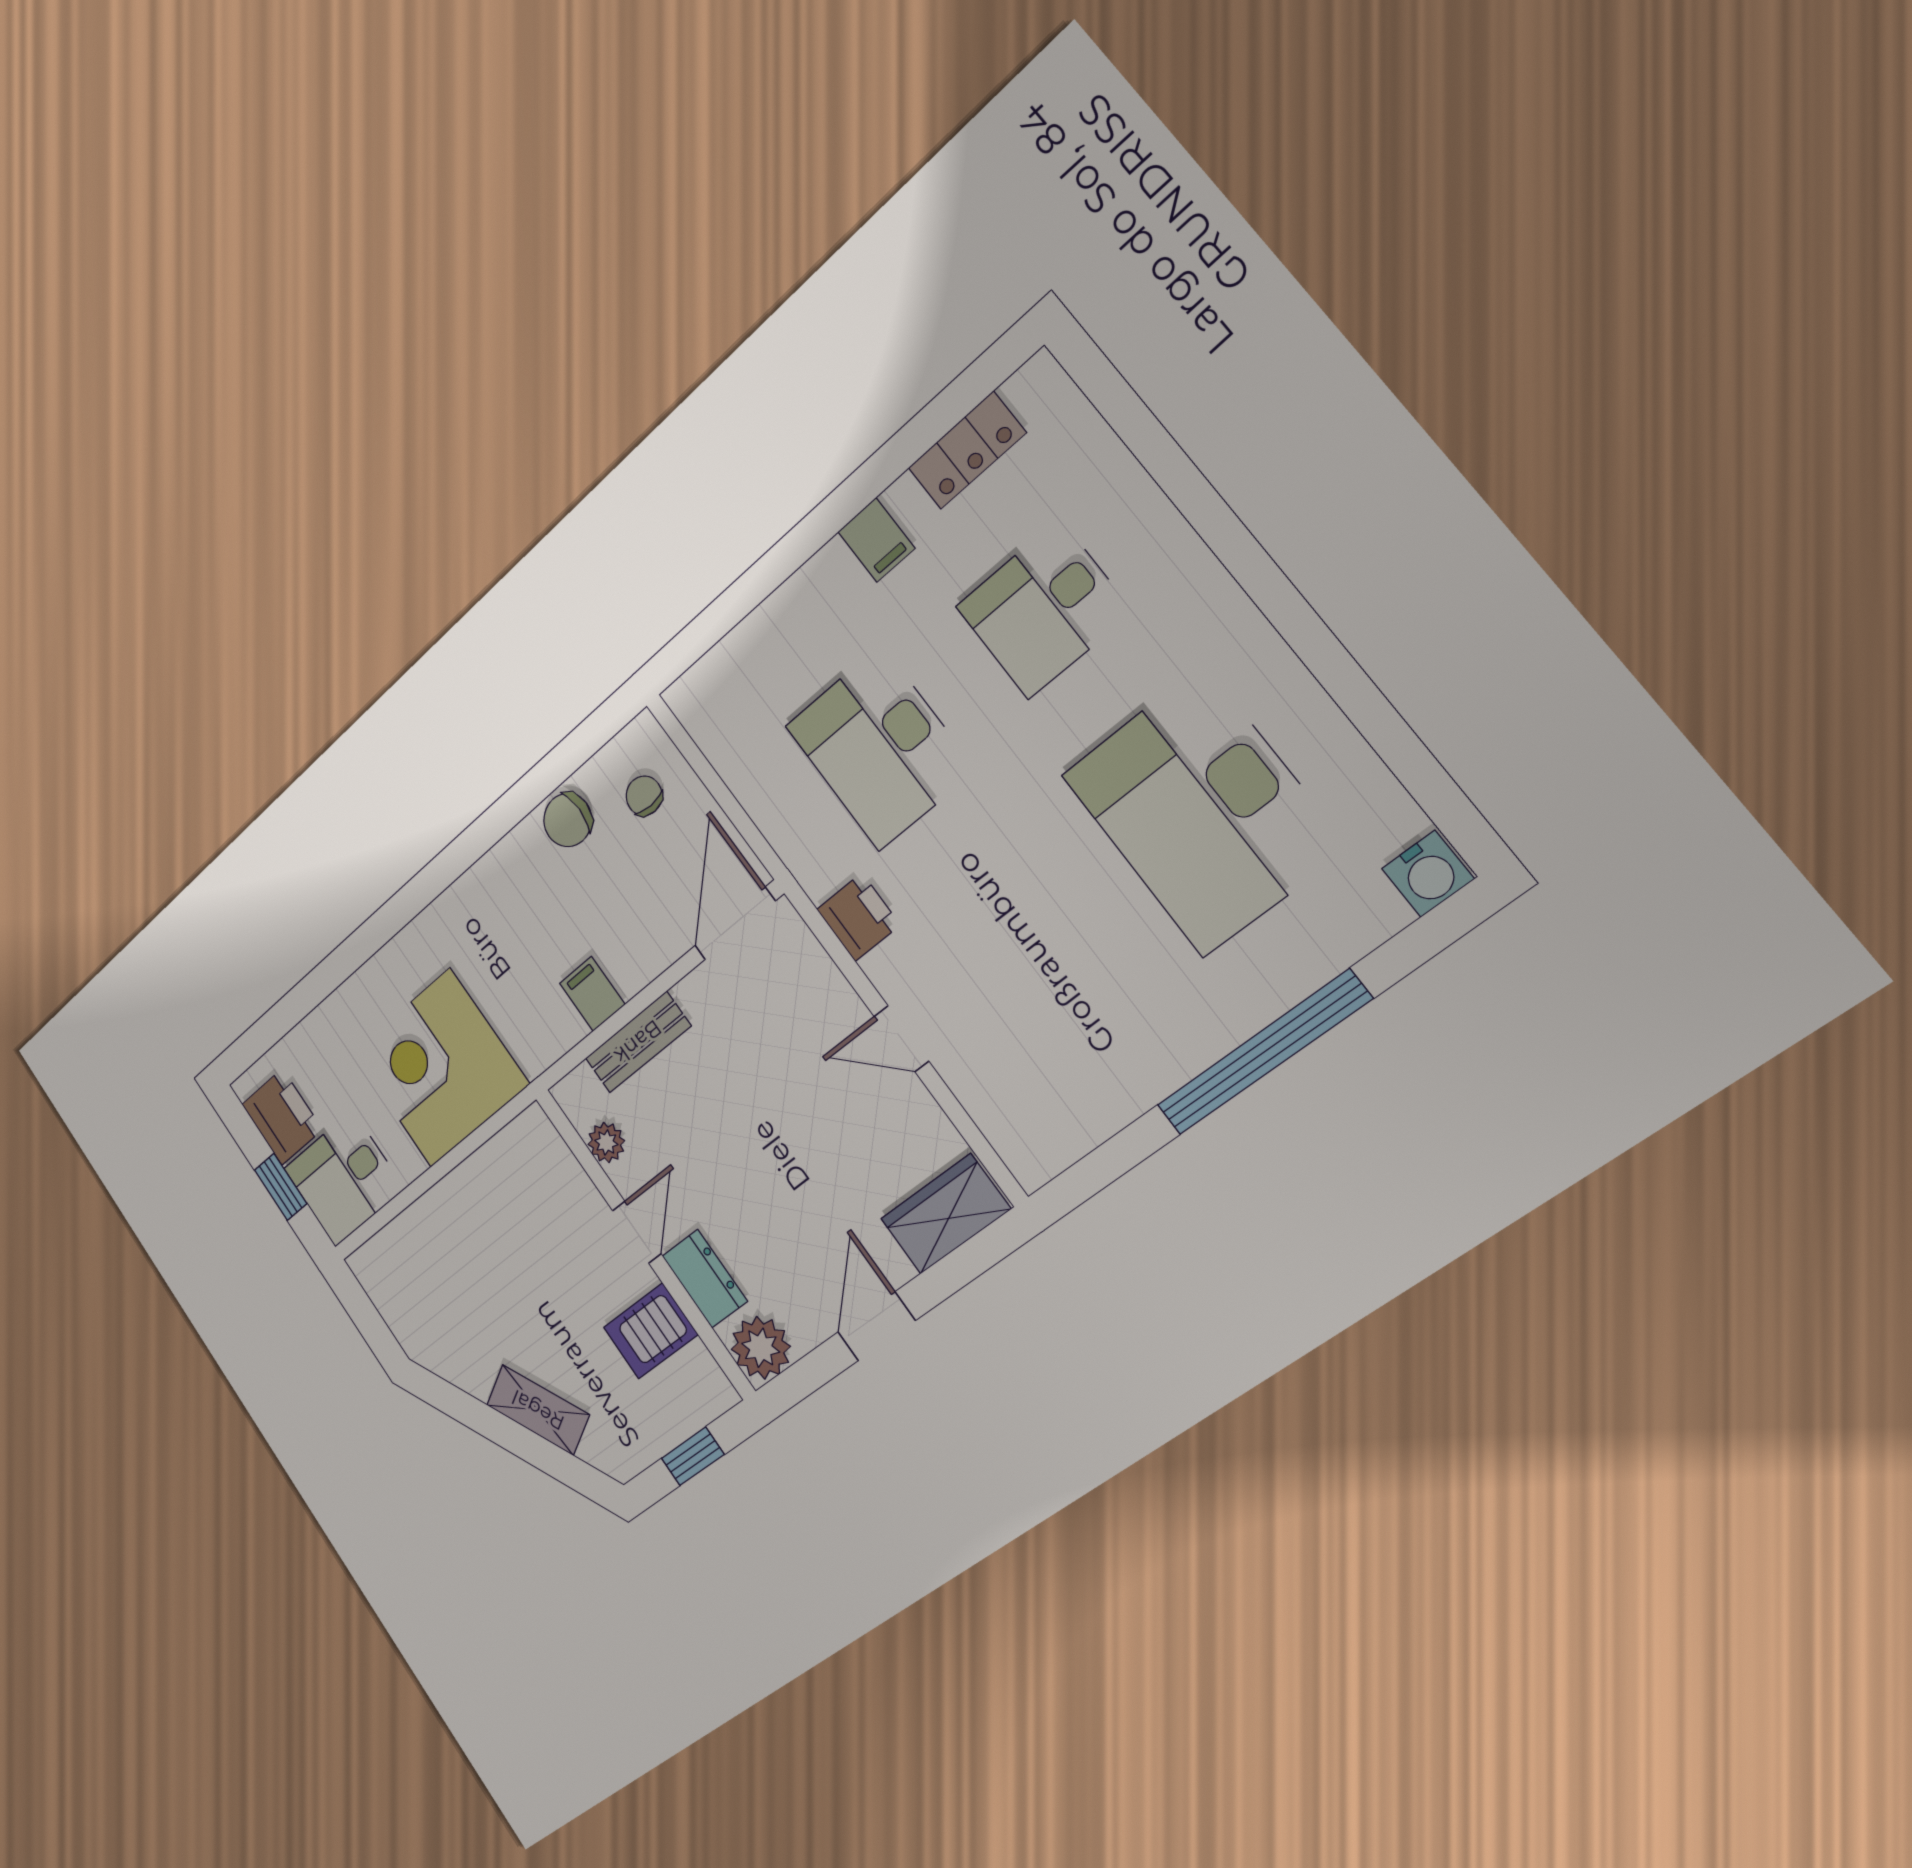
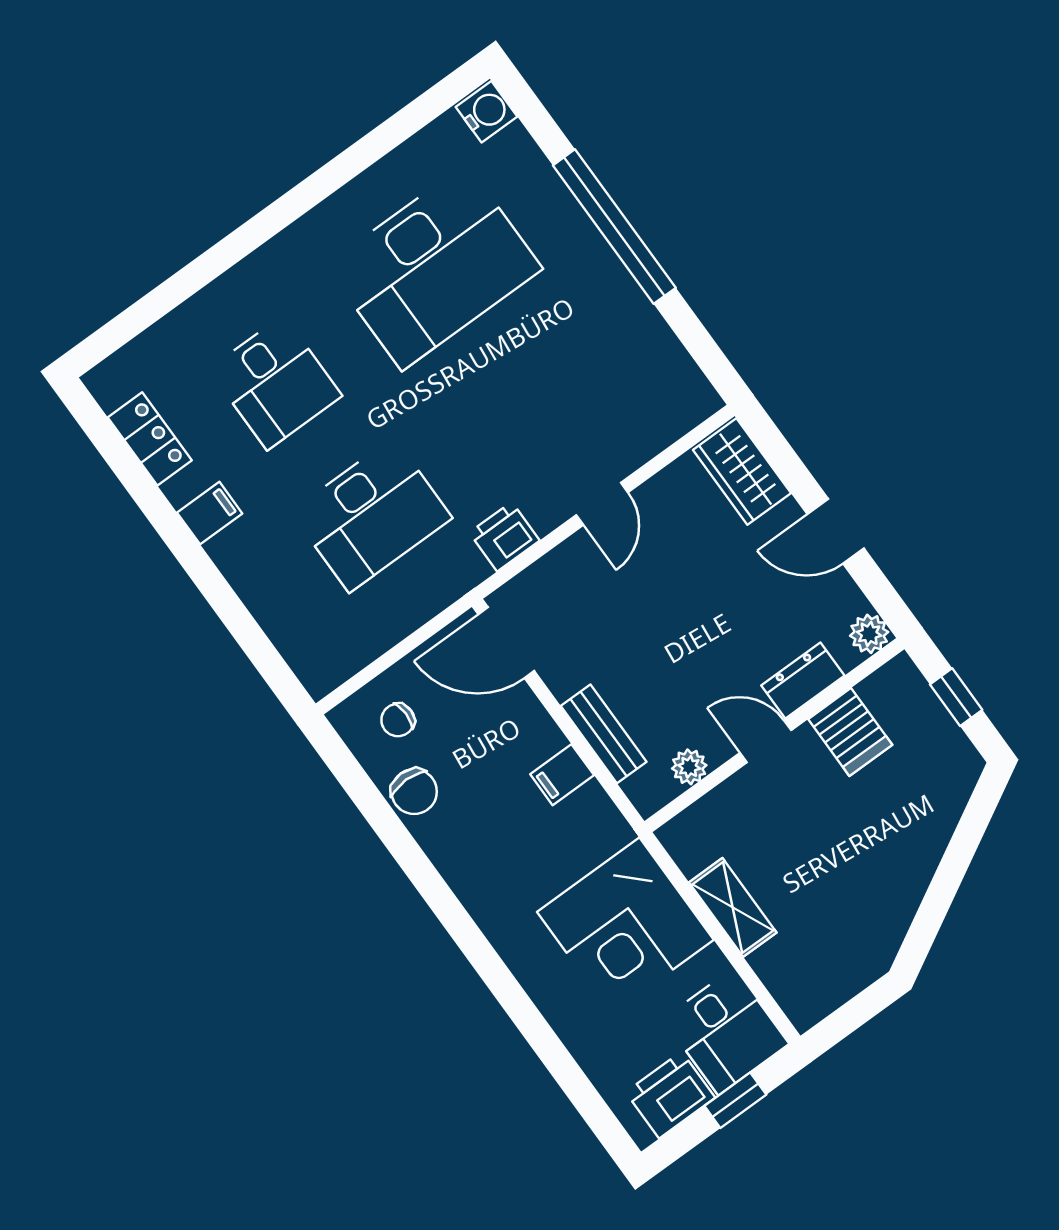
plant: (761, 1348) -> (869, 634), width x0.73, depth x0.73
shelving: (538, 1410) -> (733, 907), moved, turned -61

